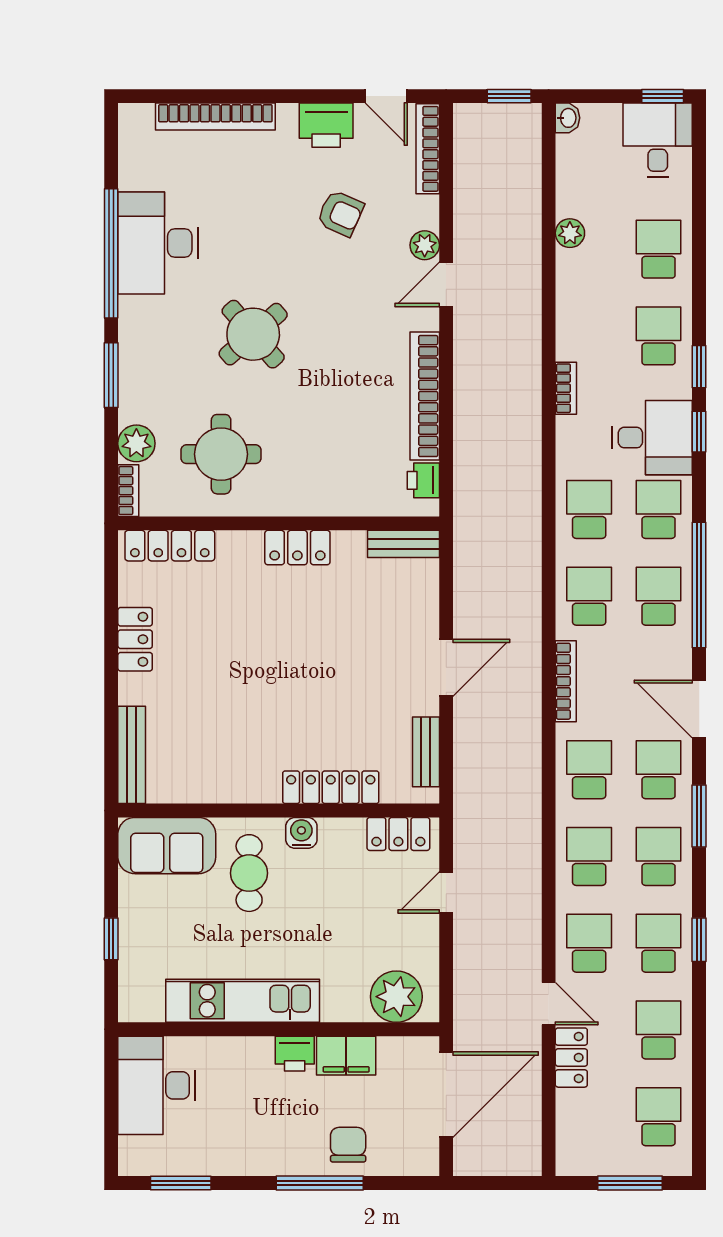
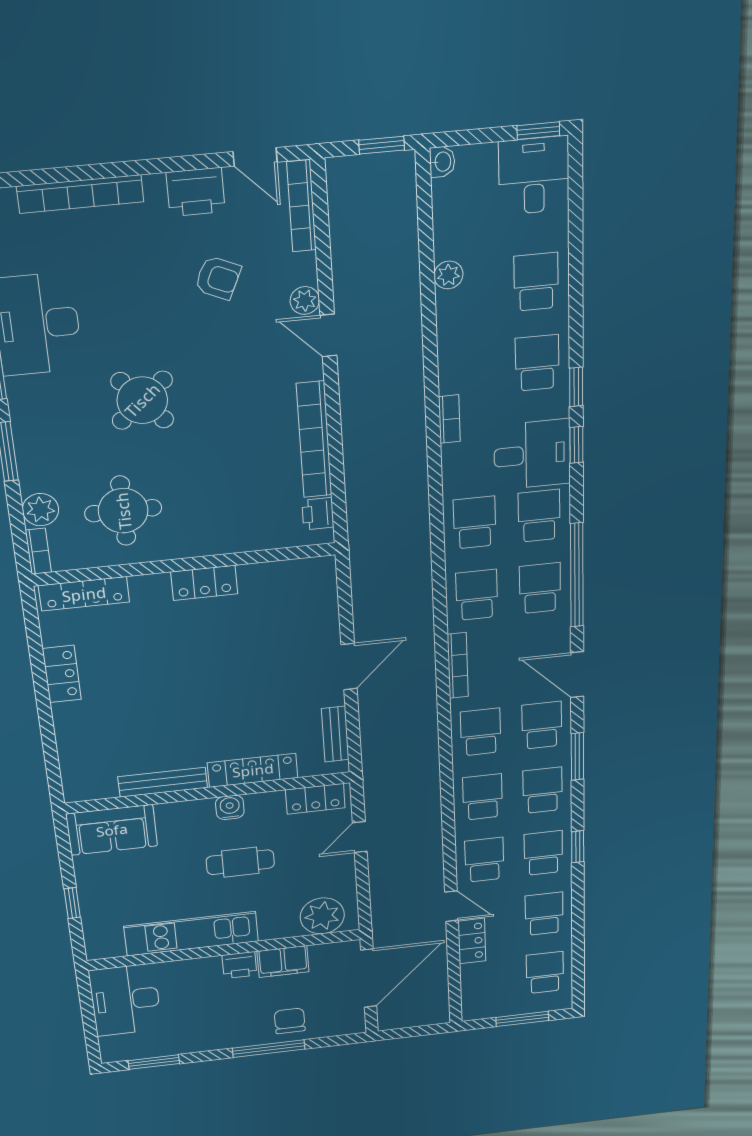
door: (446, 284) -> (328, 335), hinge flipped
bench: (403, 544) -> (303, 570), removed
bench: (132, 755) -> (163, 782), moved, turned 90
cafe table: (249, 873) -> (240, 862), moved, turned 90

